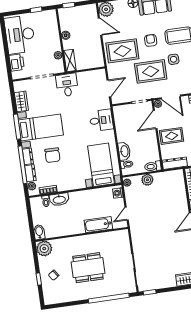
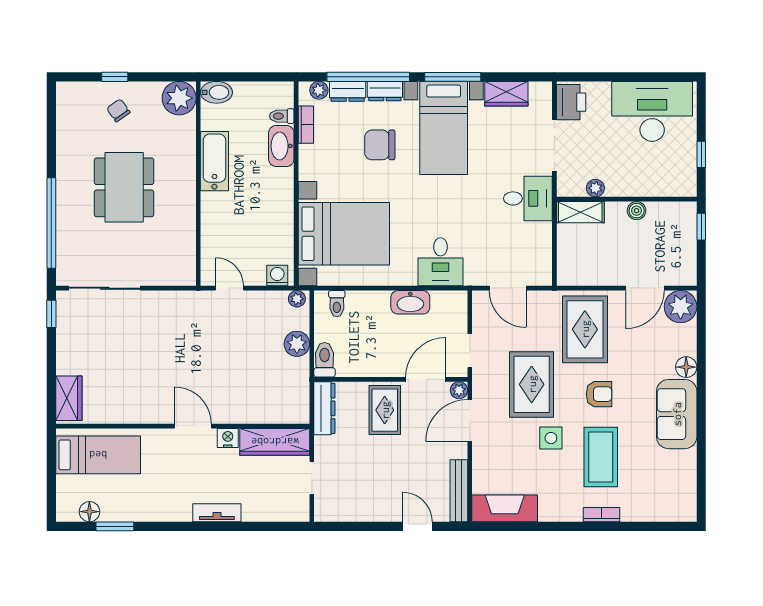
printer: (17, 62) -> (571, 102), moved, turned -90
door: (155, 119) -> (426, 379), hinge flipped
washbasin: (124, 151) -> (410, 302), moved
bed with nightstands: (101, 165) -> (344, 234), width x1.36
bathtub: (98, 225) -> (214, 161), moved

